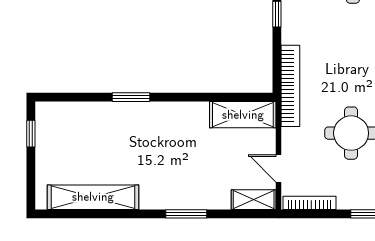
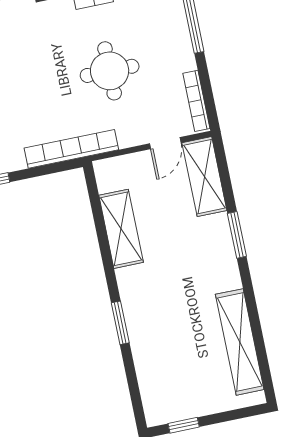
shelving: (243, 115) -> (121, 229), moved
shelving: (254, 200) -> (204, 177), width x1.50, depth x1.33

